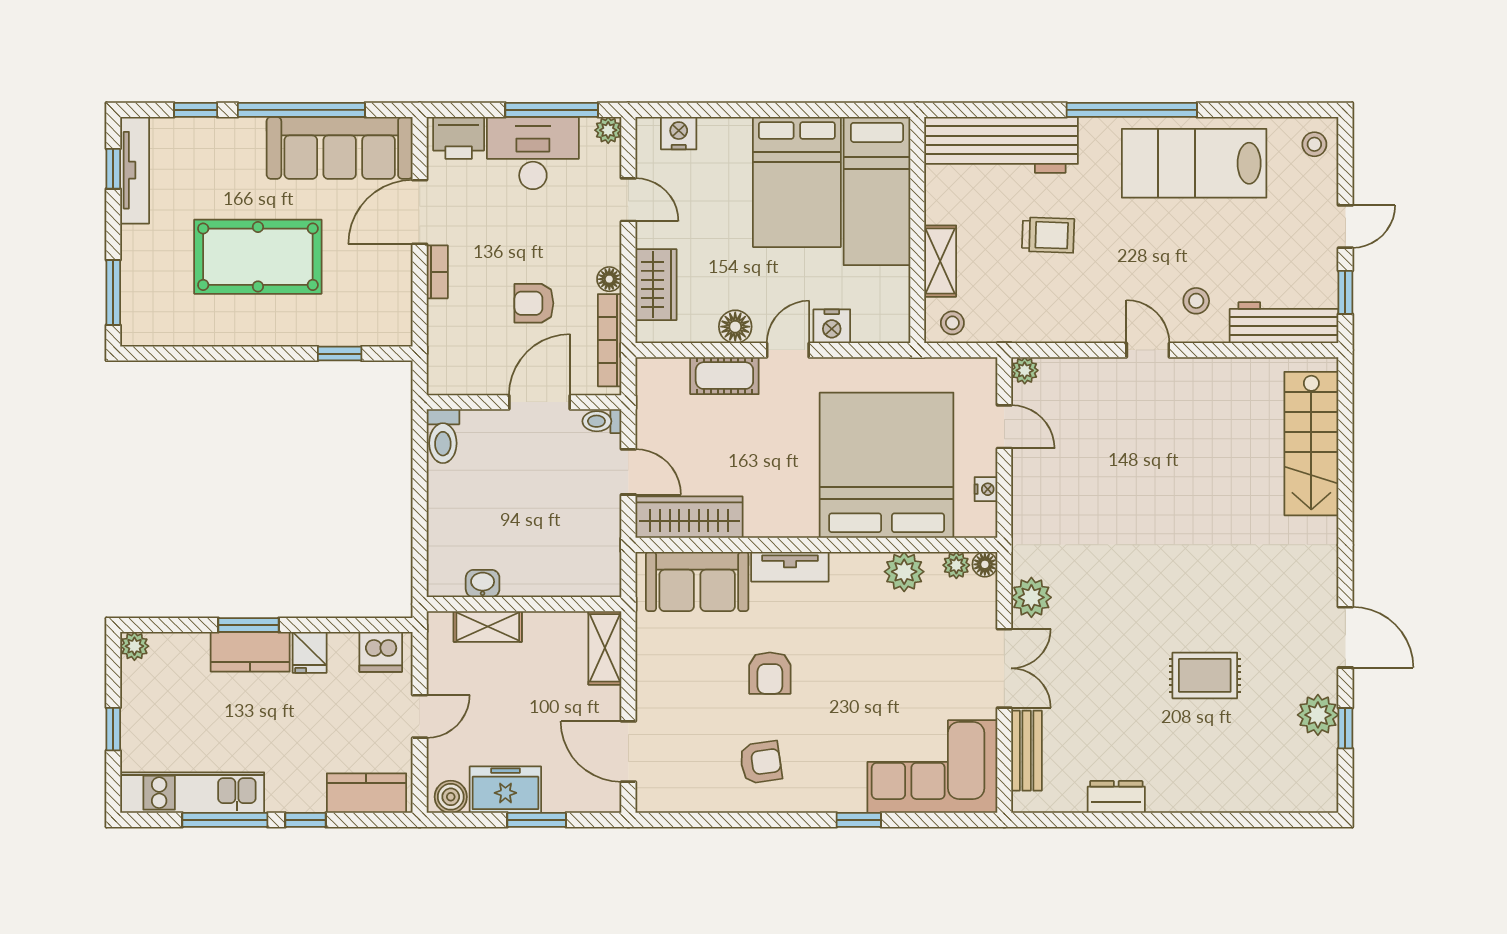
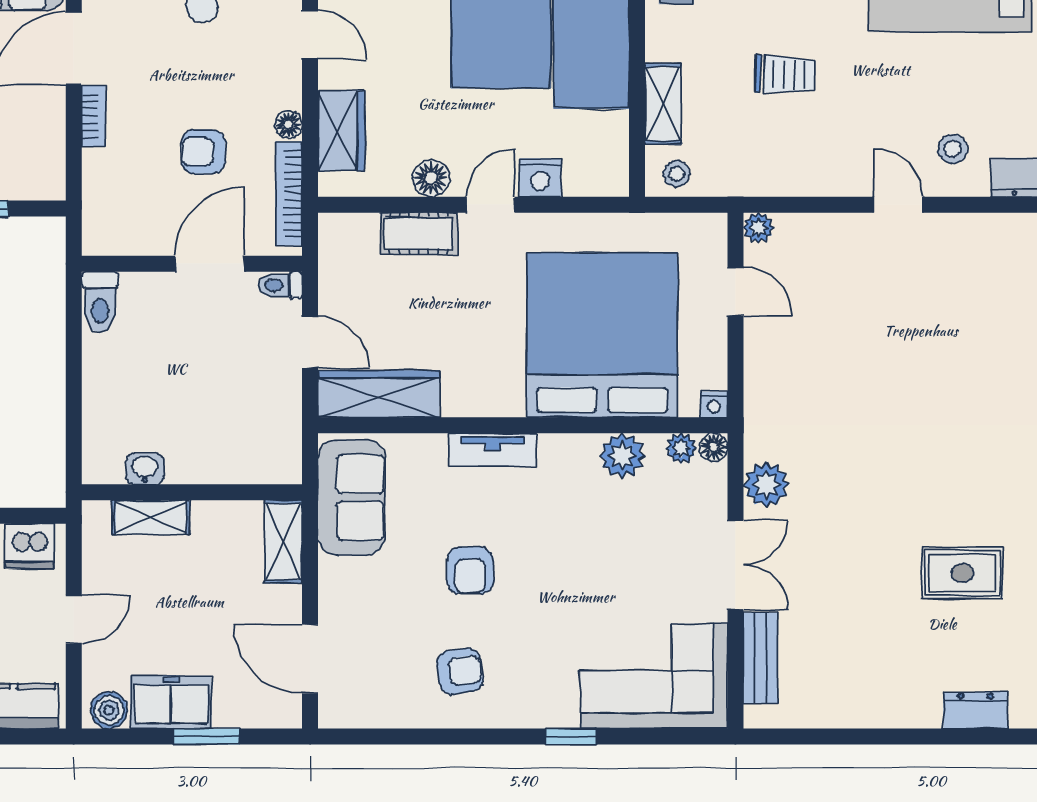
nightstand: (986, 489) -> (714, 404), moved, turned 90
sofa: (697, 582) -> (351, 497), moved, turned -90
dresser: (1116, 797) -> (976, 710), moved

